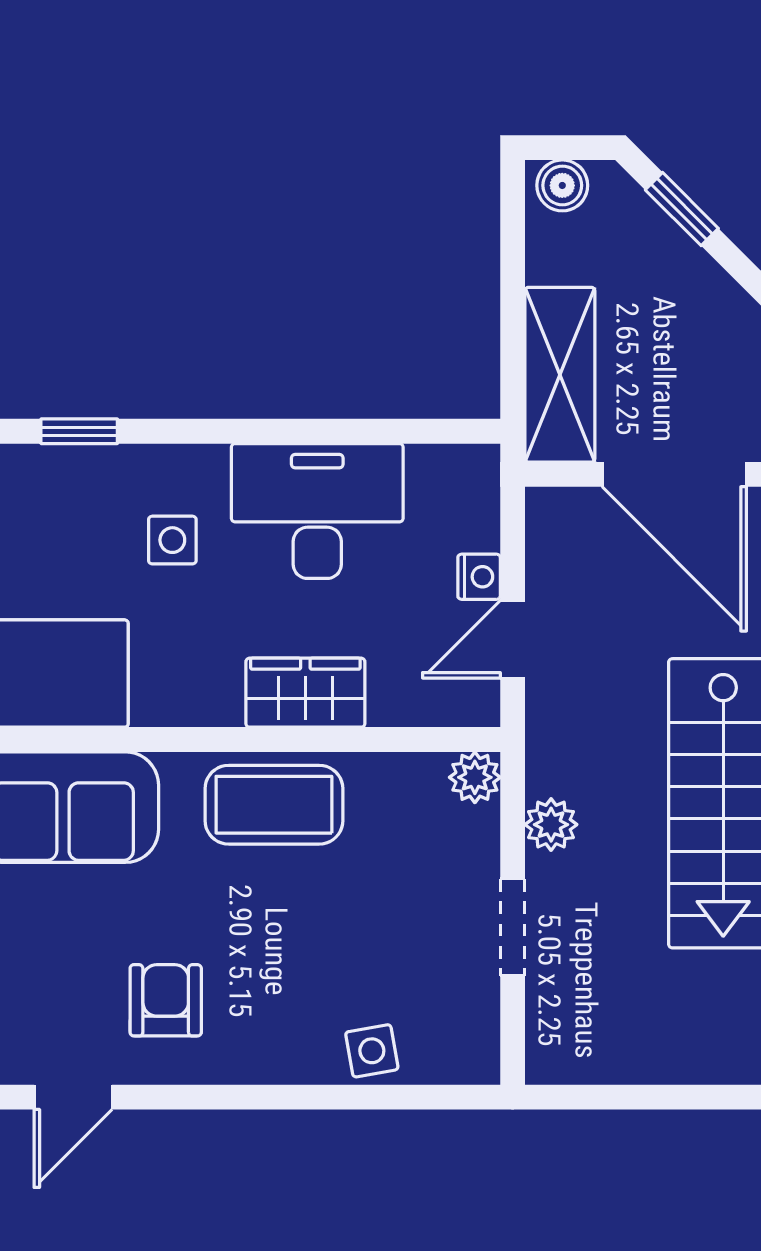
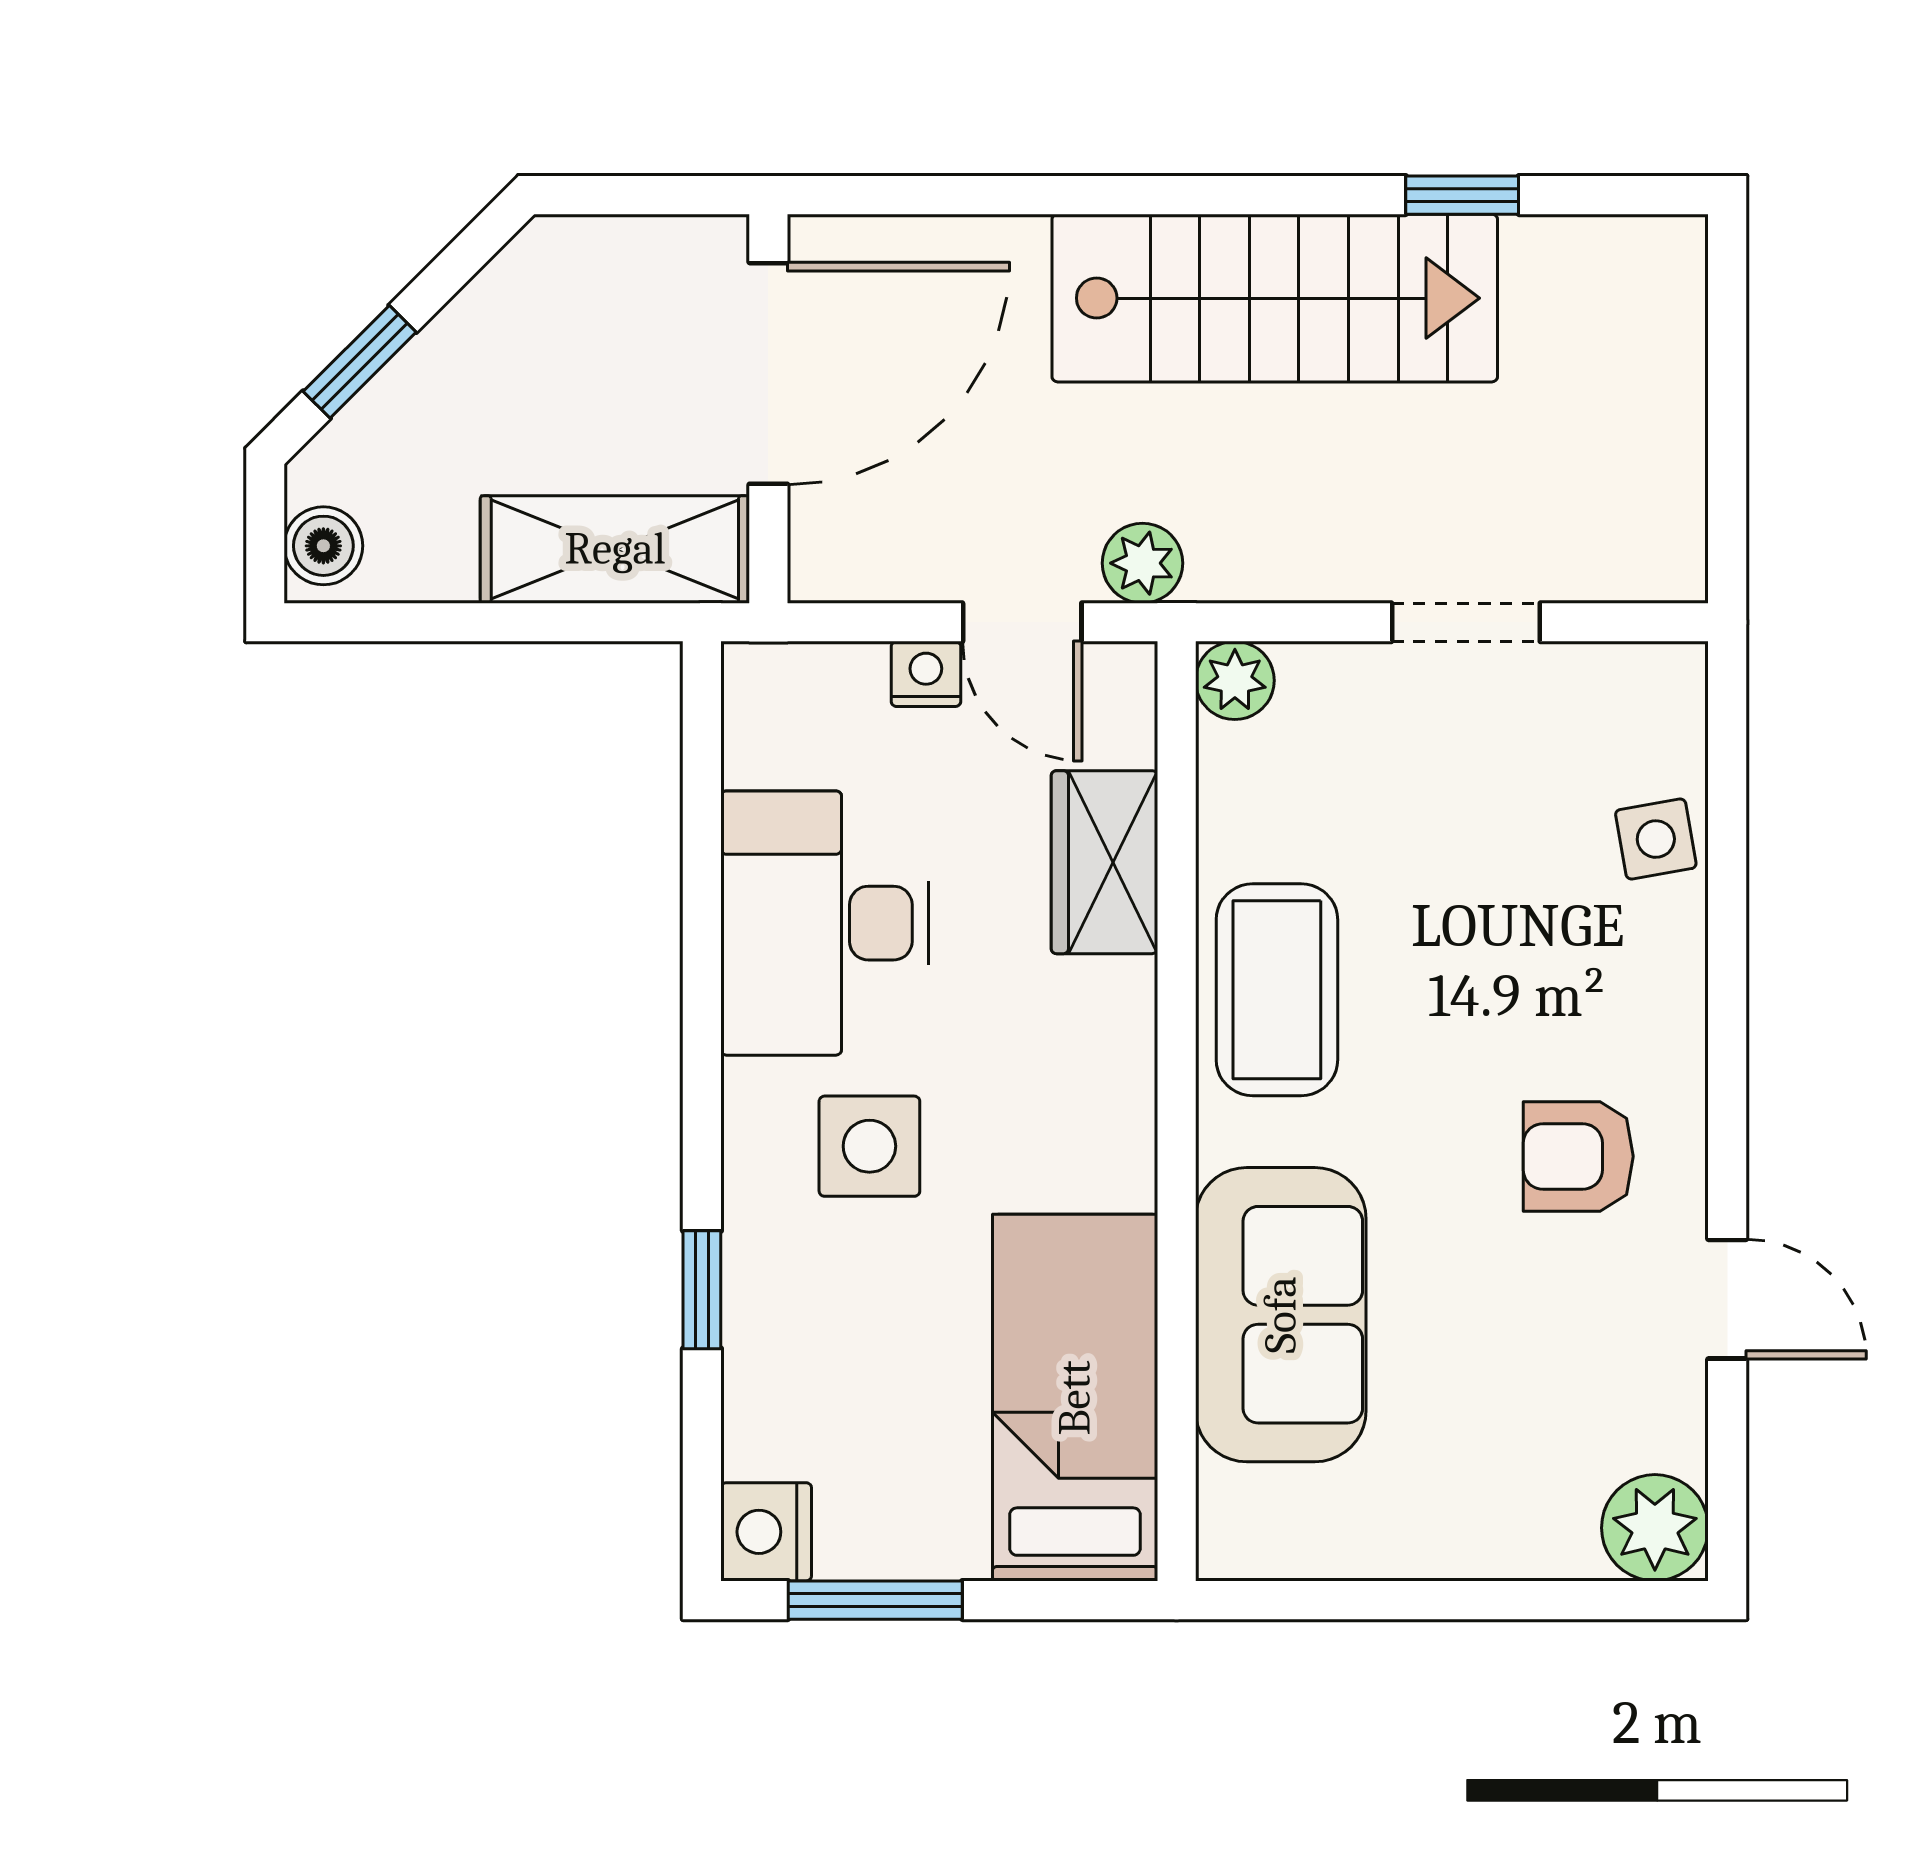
side table: (172, 540) -> (869, 1146), width x1.37, depth x1.37
wardrobe: (305, 693) -> (1104, 862), moved
plant: (551, 825) -> (1142, 563), moved

